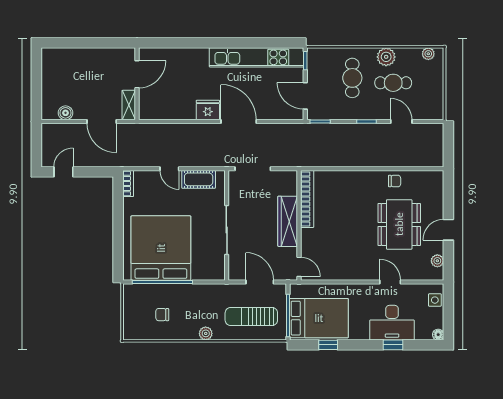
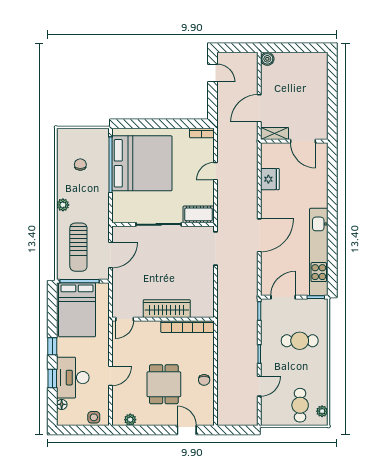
plant: (386, 57) -> (319, 372), removed
cafe table: (393, 83) -> (300, 405), moved
fridge: (208, 110) -> (270, 179), moved
boiler: (65, 113) -> (267, 59), moved
cot: (199, 179) -> (199, 214), moved, turned 90
bookcase: (307, 199) -> (187, 327), moved
wardrobe: (288, 221) -> (167, 309), moved
dining table: (399, 224) -> (164, 384), width x0.73
wall: (299, 225) -> (163, 319), moved
door: (448, 230) -> (187, 430), moved
door: (299, 267) -> (125, 319), moved
sun lounger: (251, 317) -> (78, 247), turned 180
floor lamp: (438, 335) -> (62, 404), moved
window: (328, 345) -> (52, 346), moved

